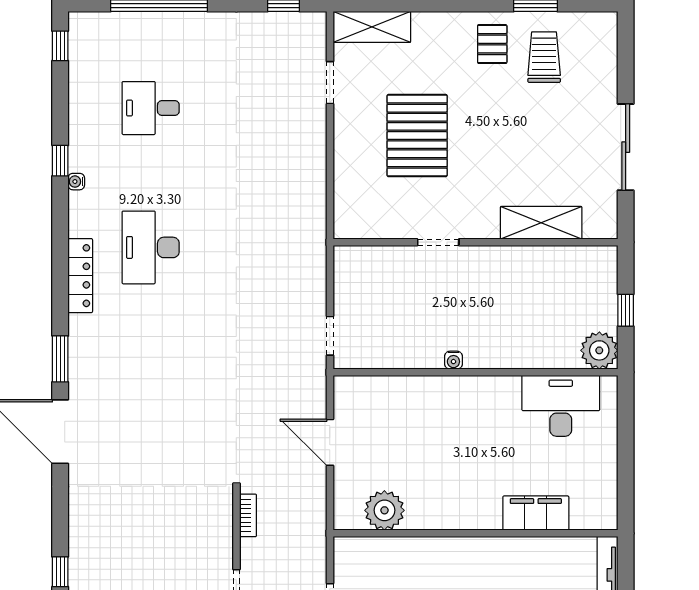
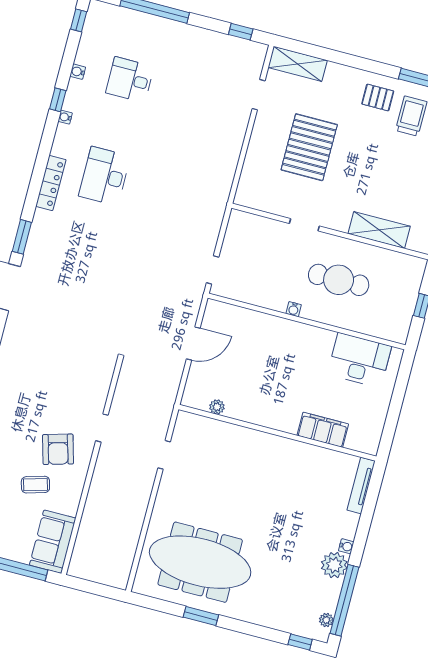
pallet: (492, 44) -> (378, 98), turned 90
water cooler: (77, 116) -> (78, 72), added
cafe table: (504, 305) -> (339, 280), added
plant: (599, 350) -> (396, 329), removed
door: (330, 442) -> (193, 344), swing flipped
plant: (384, 510) -> (217, 407), width x0.53, depth x0.53
bookcase: (248, 515) -> (123, 379), removed

